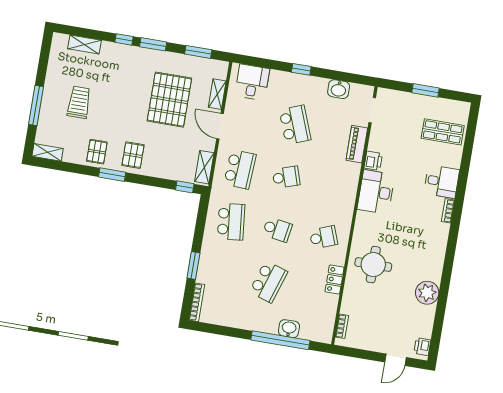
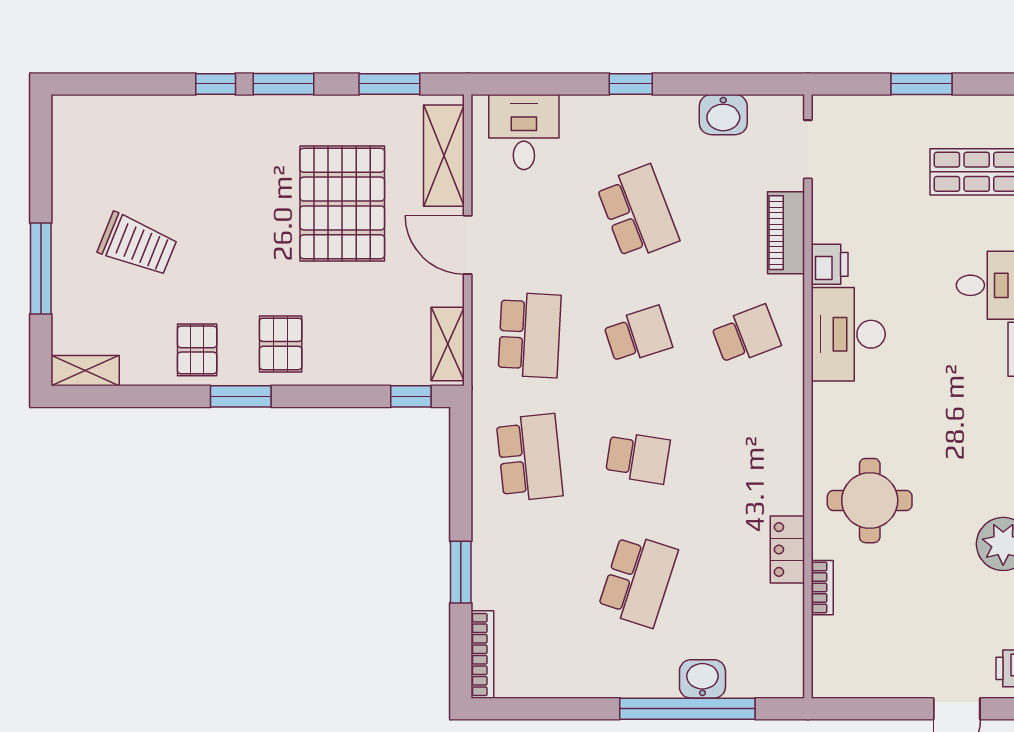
shelving: (85, 44) -> (128, 111), removed
shelving: (217, 94) -> (444, 156), width x1.50, depth x1.33
trolley: (79, 102) -> (137, 244), turned 112
school desk: (324, 237) -> (746, 335), moved
bookcase: (342, 326) -> (822, 588), moved

